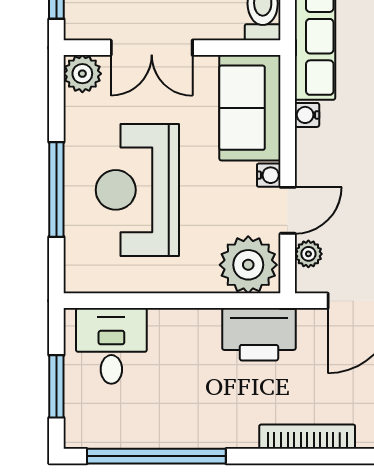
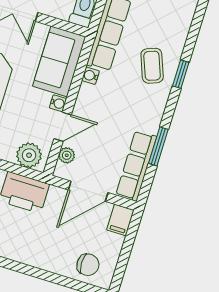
plant: (248, 265) -> (29, 155), width x0.73, depth x0.73
bookcase: (307, 437) -> (34, 260), removed

